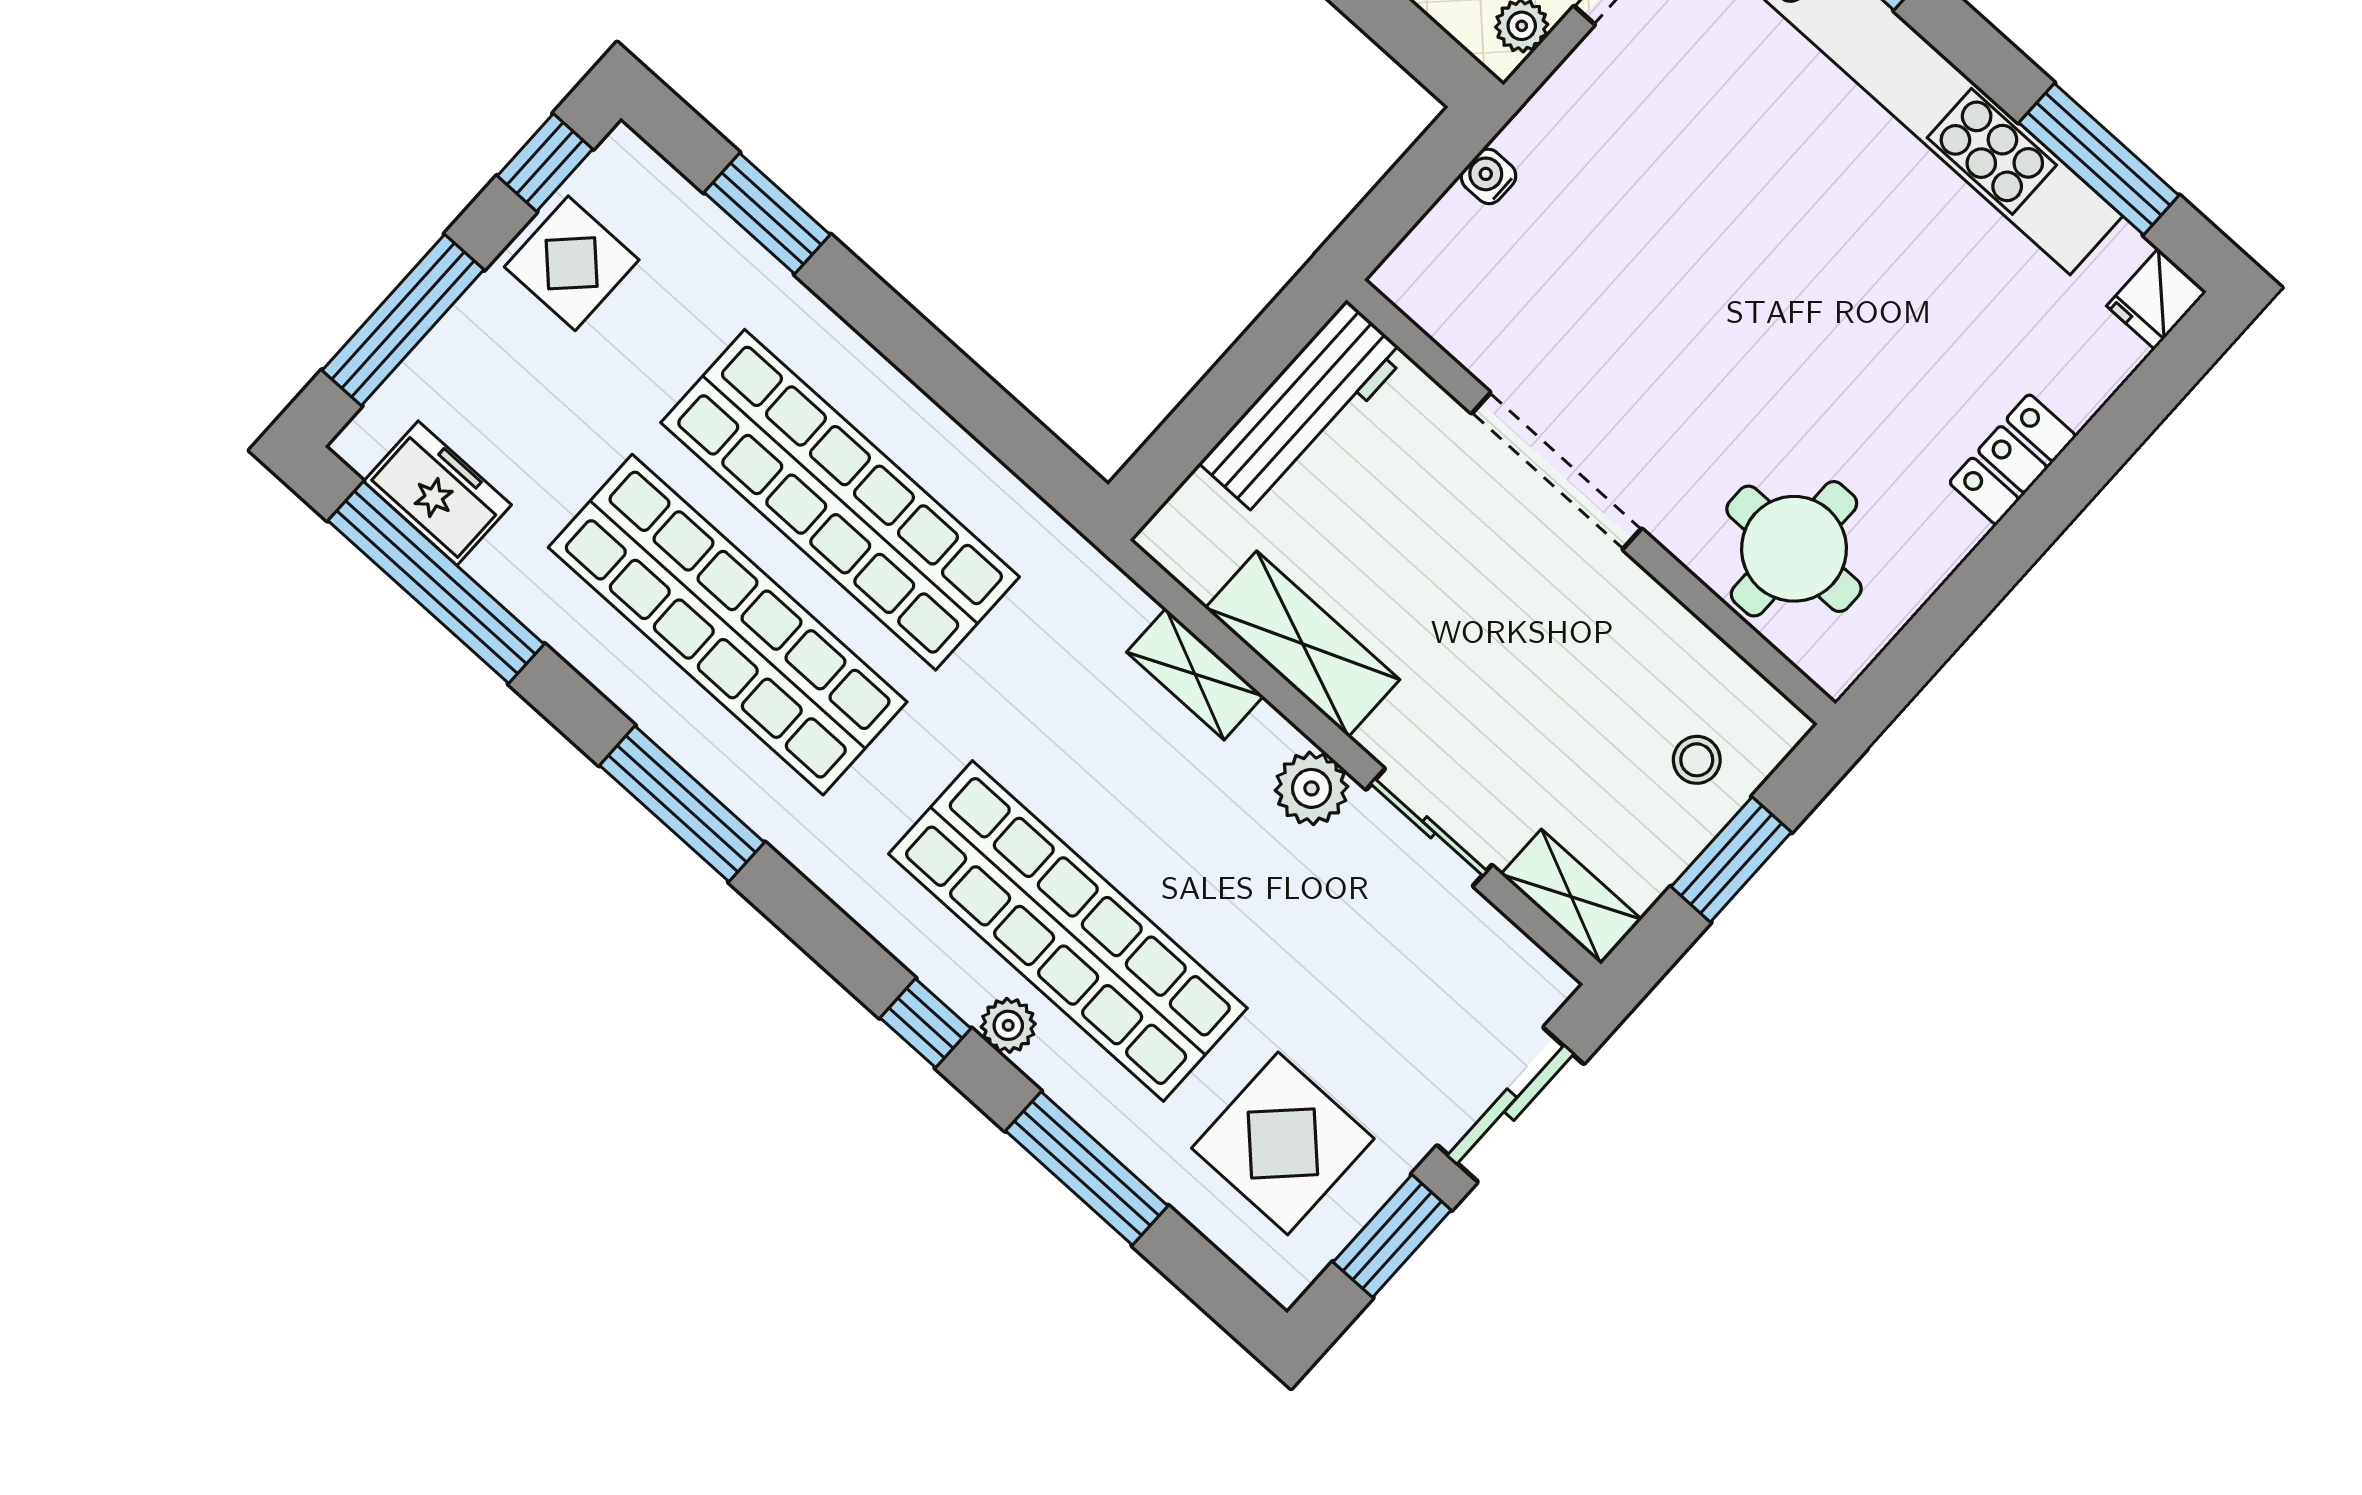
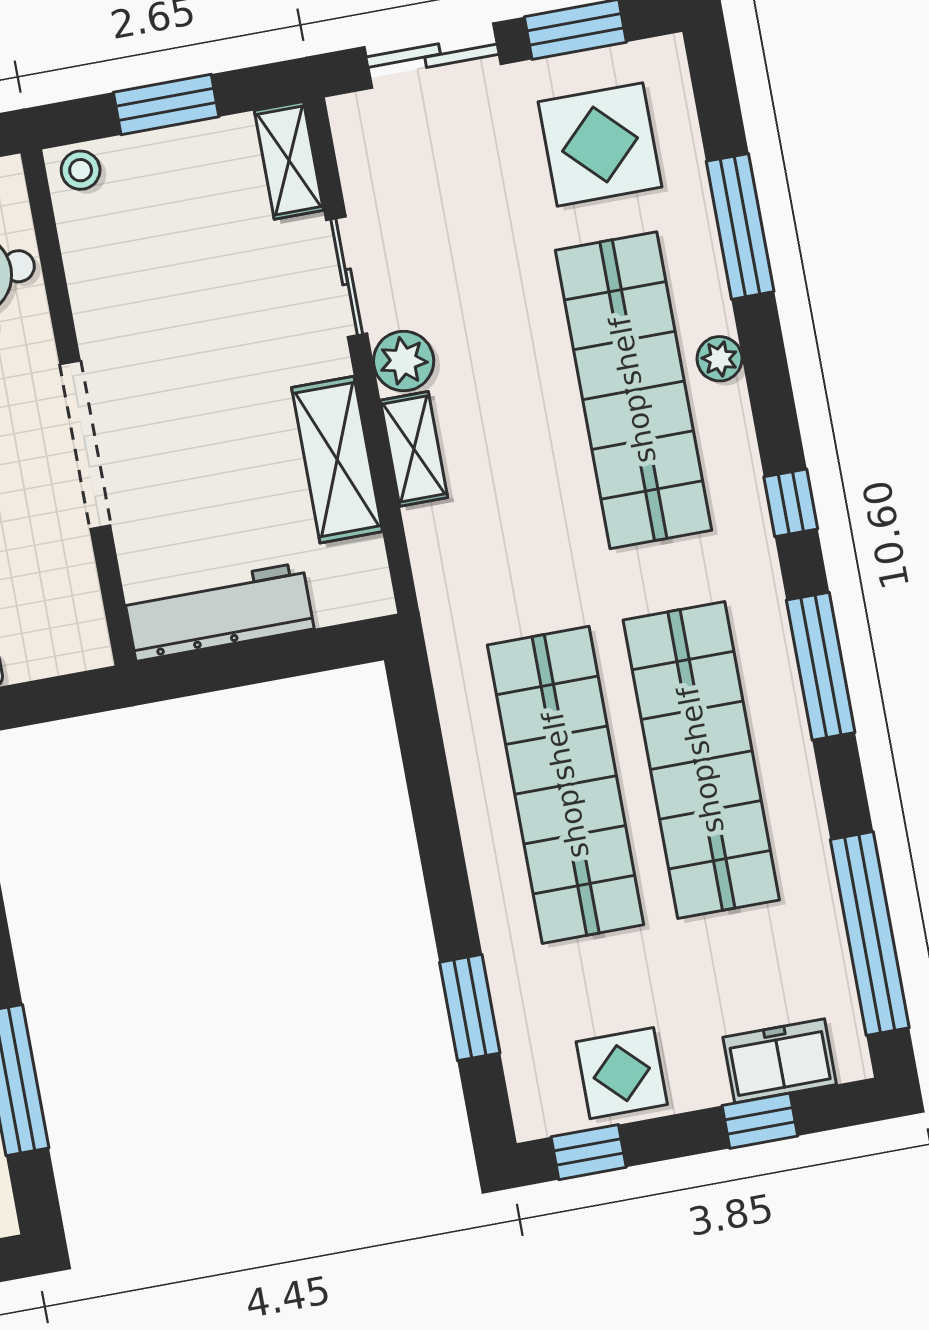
window: (403, 320) -> (760, 1121), width x0.46
freezer: (438, 493) -> (780, 1061), moved, turned 90
shelving: (1195, 674) -> (414, 449), moved
stool: (1697, 760) -> (81, 170), moved
window: (926, 1023) -> (791, 503), moved

